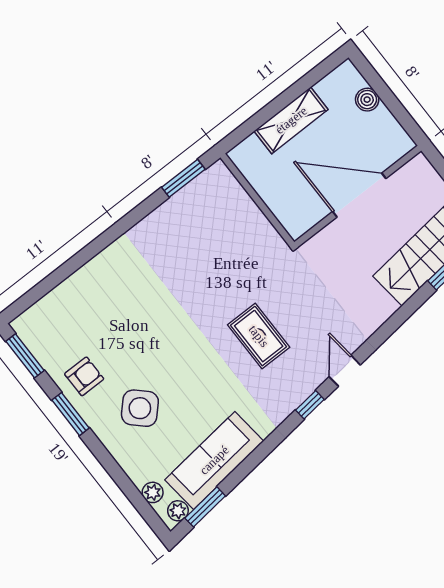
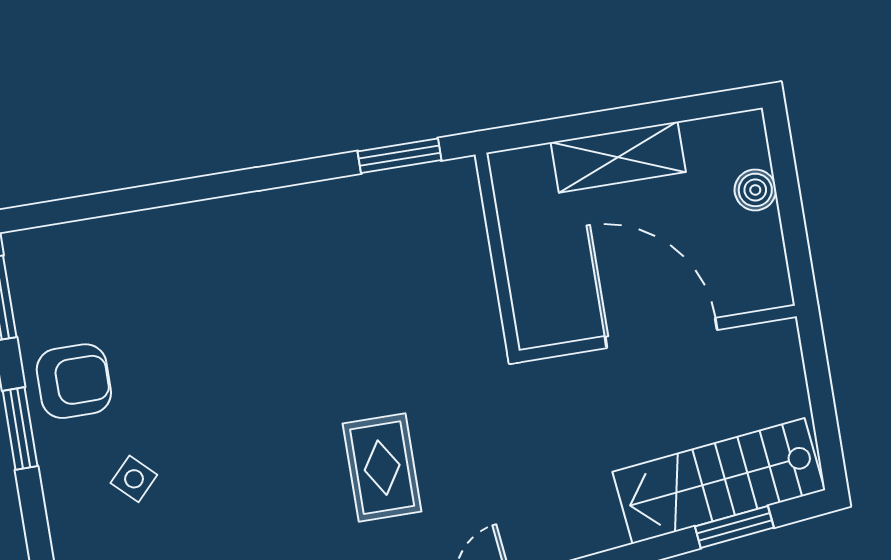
armchair: (84, 376) -> (74, 381), width x1.38, depth x1.38
side table: (140, 408) -> (134, 479), width x0.54, depth x0.54

